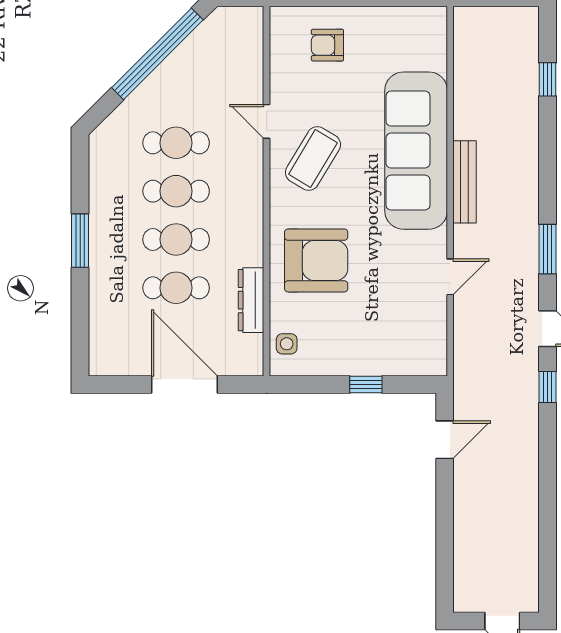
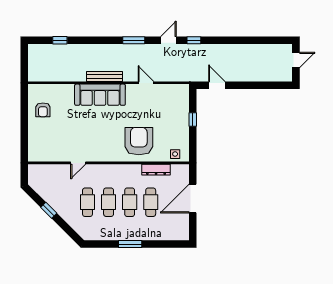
armchair: (327, 45) -> (43, 110), moved
window: (157, 54) -> (49, 210), width x0.32
sofa: (416, 151) -> (100, 95), width x0.74, depth x0.79
coffee table: (313, 159) -> (94, 143), removed

